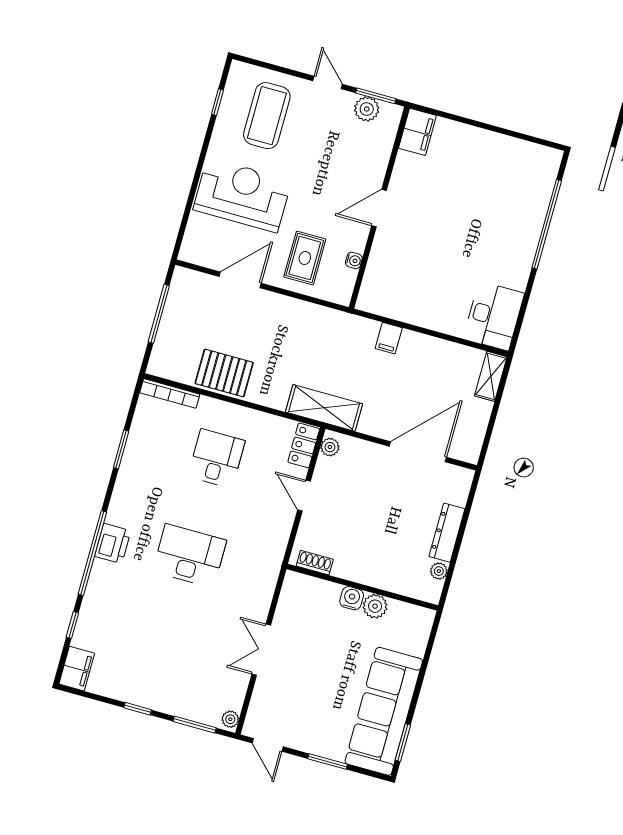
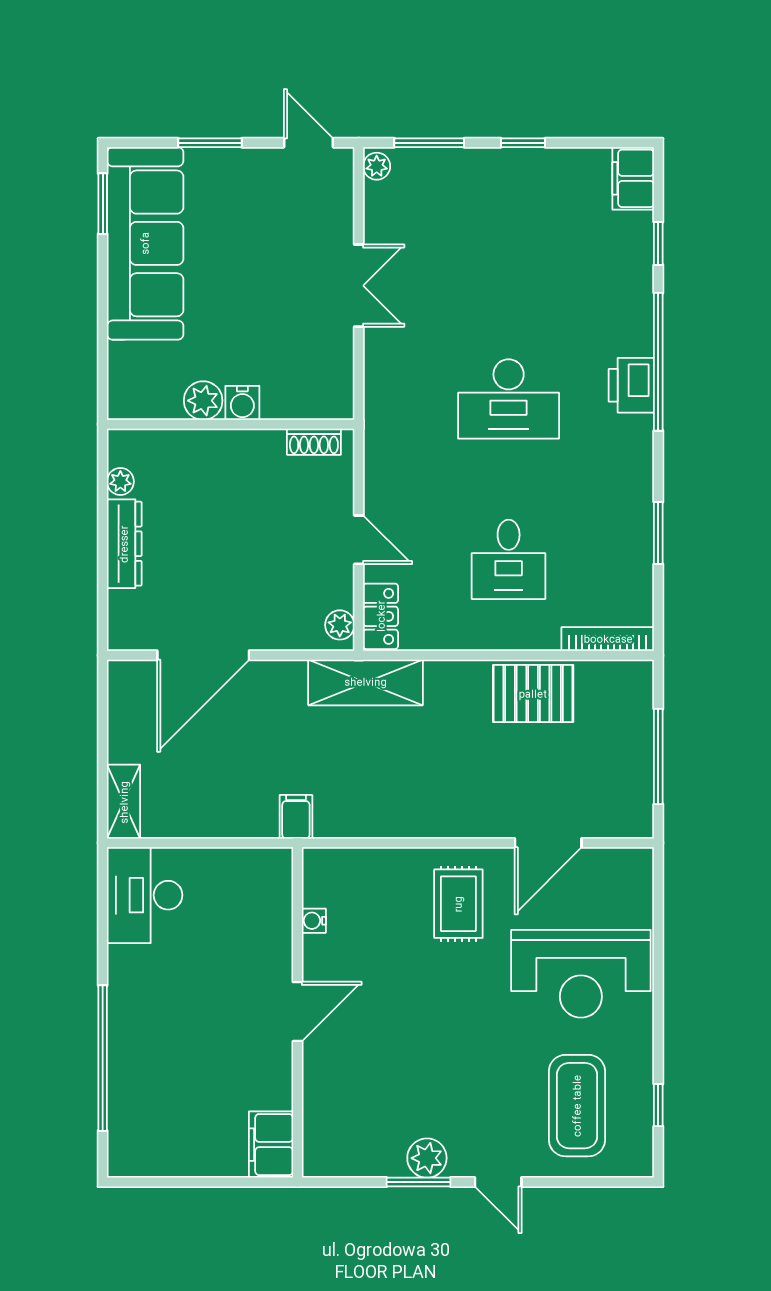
filing cabinet: (417, 132) -> (271, 1145), moved
door: (379, 208) -> (297, 1012), moved
wall: (379, 208) -> (297, 1012), moved
water cooler: (354, 260) -> (314, 921), moved

